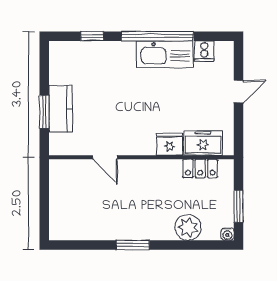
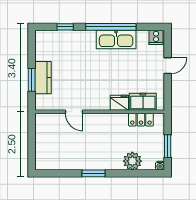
cooker: (204, 51) -> (156, 37), moved

